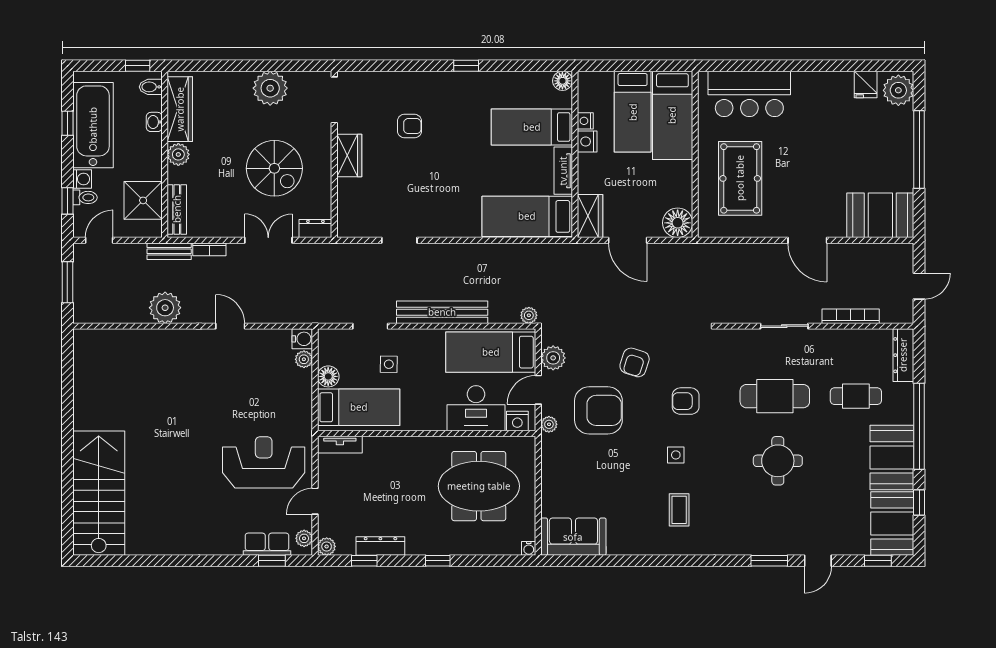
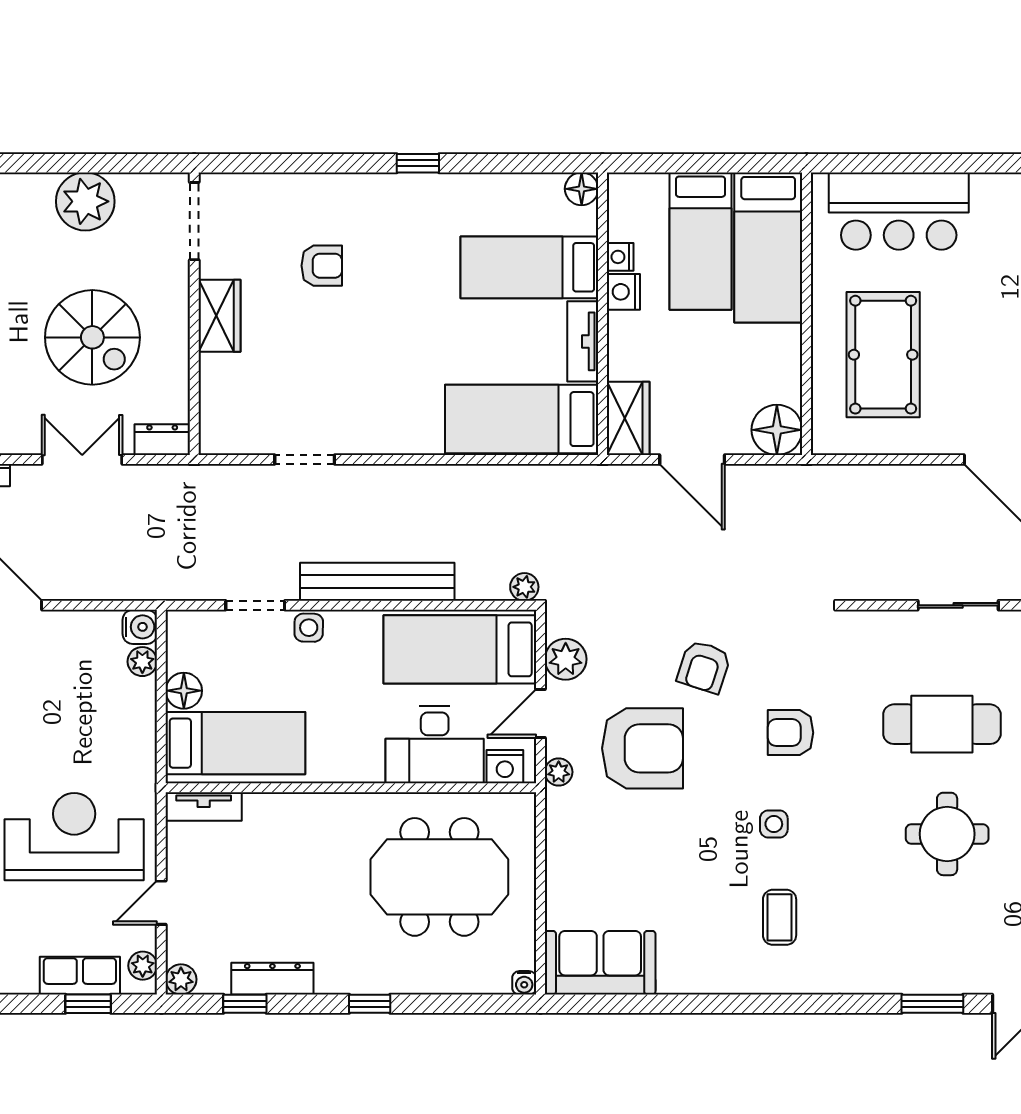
side table: (389, 364) -> (309, 628), moved

